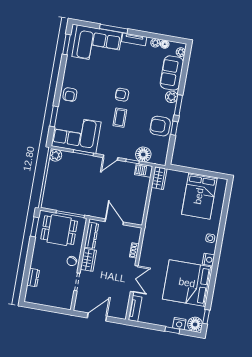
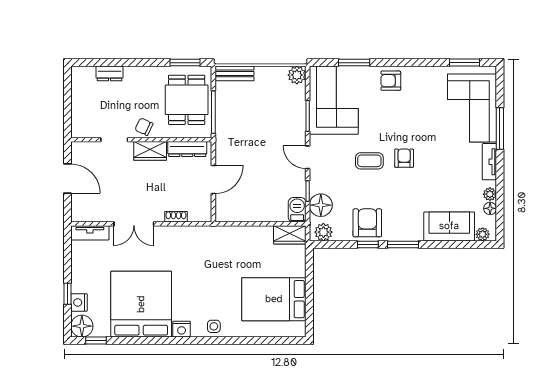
plant: (172, 97) -> (323, 232), moved
bench: (47, 196) -> (235, 73), added

